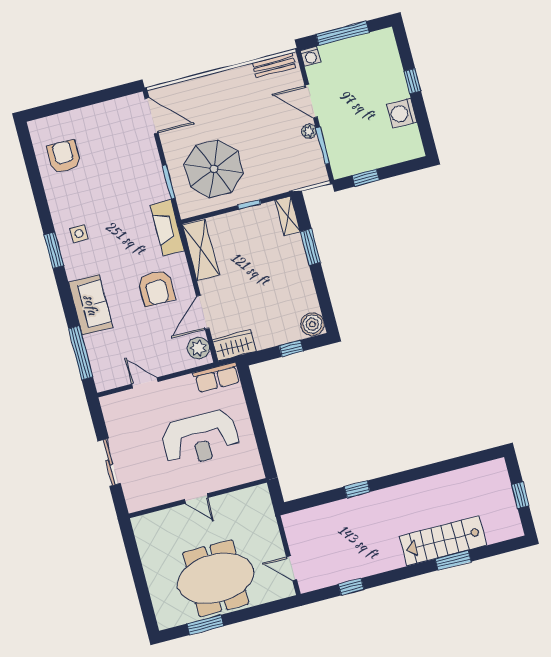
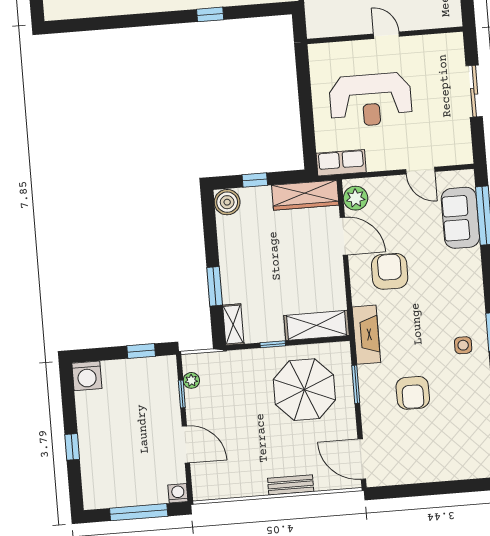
bench: (274, 65) -> (291, 485), moved
washing machine: (402, 113) -> (87, 376), moved, turned 90
plant: (309, 131) -> (191, 380), moved
window: (323, 146) -> (182, 394), width x0.67
armchair: (64, 157) -> (413, 393), moved
shelving: (201, 250) -> (317, 325), moved, turned 90
sofa: (91, 305) -> (460, 218), moved
door: (203, 312) -> (344, 236), hinge flipped
wardrobe: (234, 345) -> (305, 195), width x1.50
reception desk: (200, 438) -> (371, 100), turned 180

